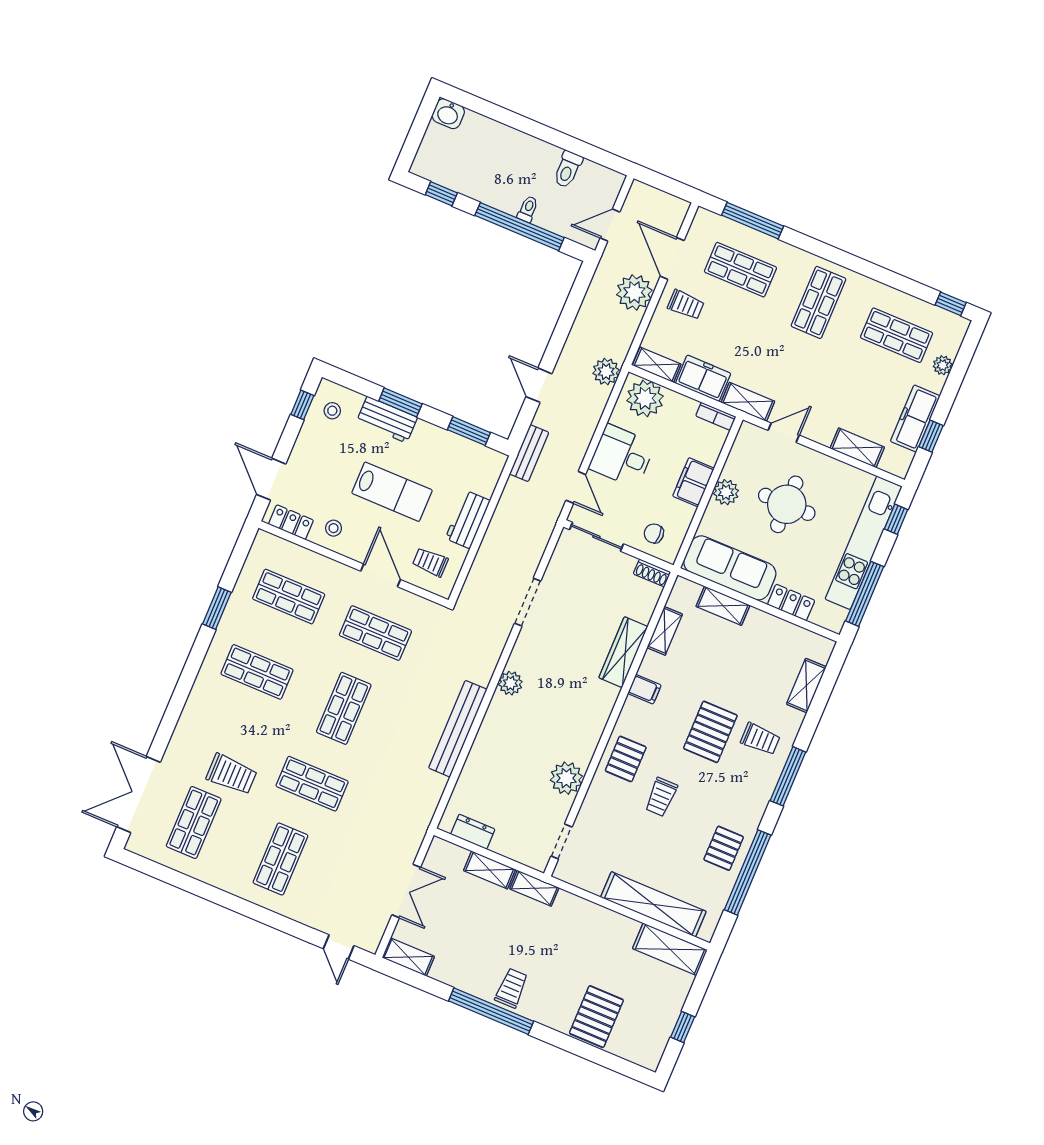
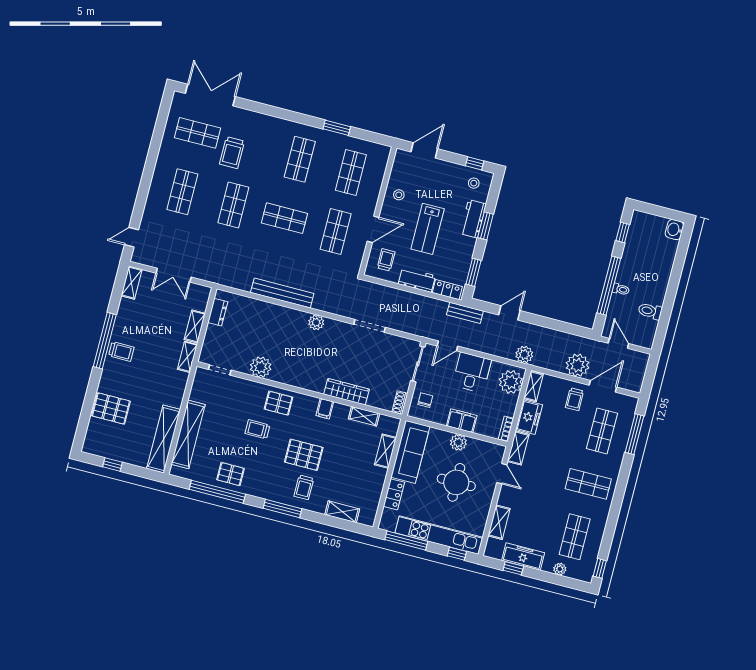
locker: (291, 522) -> (447, 290), moved, turned -90
shop shelf: (280, 859) -> (182, 192), turned 90
shelving: (670, 949) -> (164, 439), width x1.47

